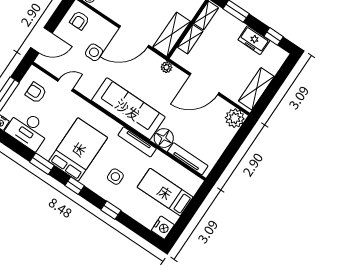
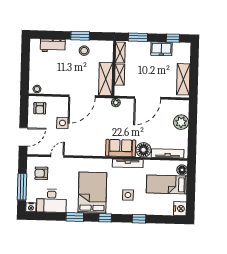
sofa: (128, 109) -> (121, 148), width x0.54, depth x0.79
plant: (235, 118) -> (181, 122), moved
floor lamp: (192, 187) -> (182, 170), added

